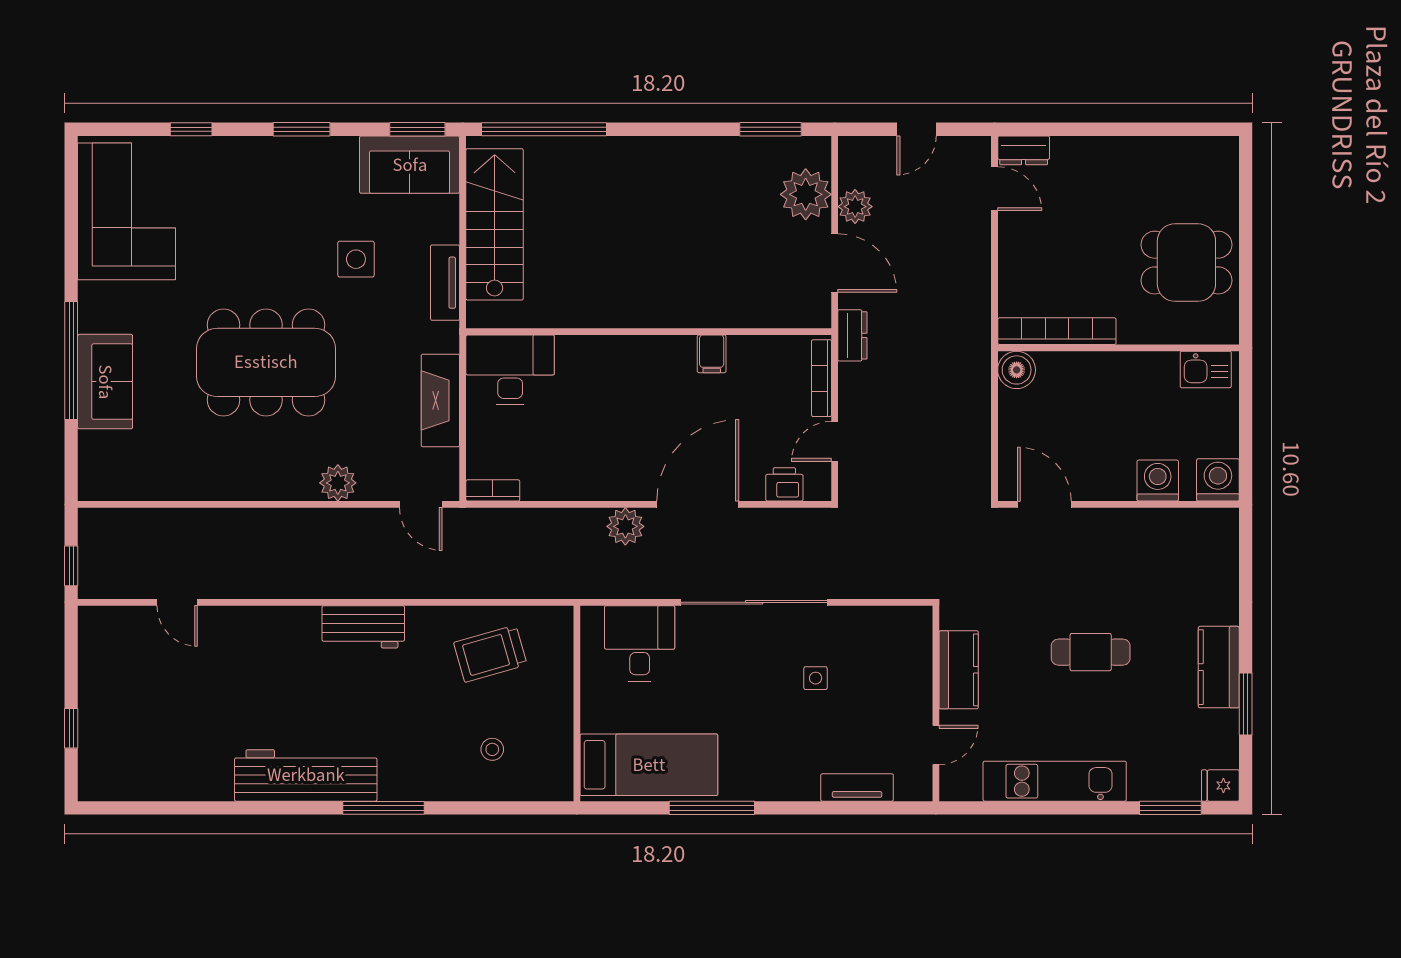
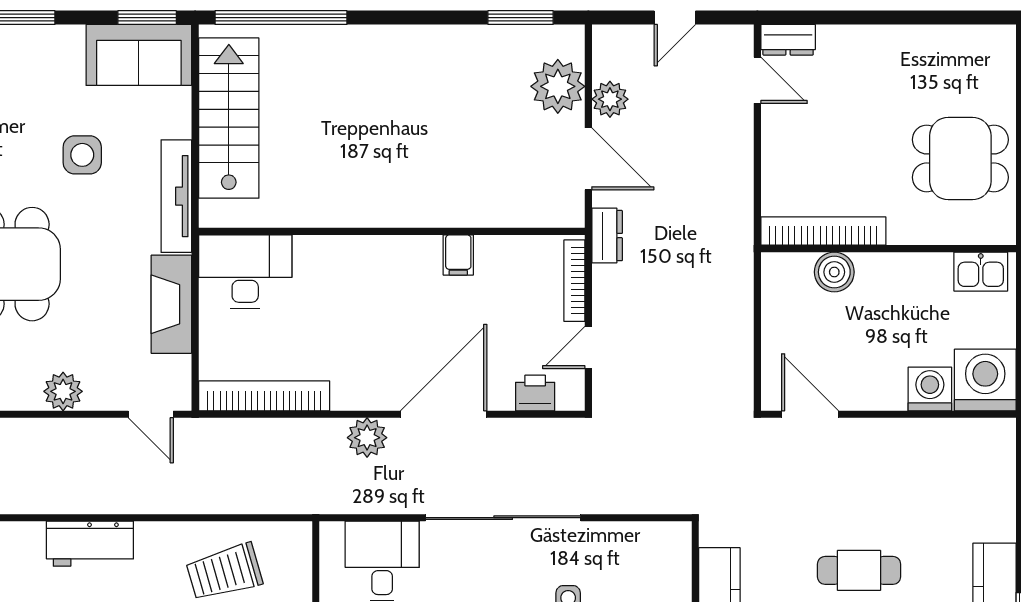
tv unit: (445, 283) -> (176, 196), width x1.41
boiler: (1017, 370) -> (834, 272), moved
washing machine: (1218, 480) -> (985, 380), width x1.37, depth x1.37
bookcase: (493, 490) -> (264, 396), width x2.31, depth x1.31

